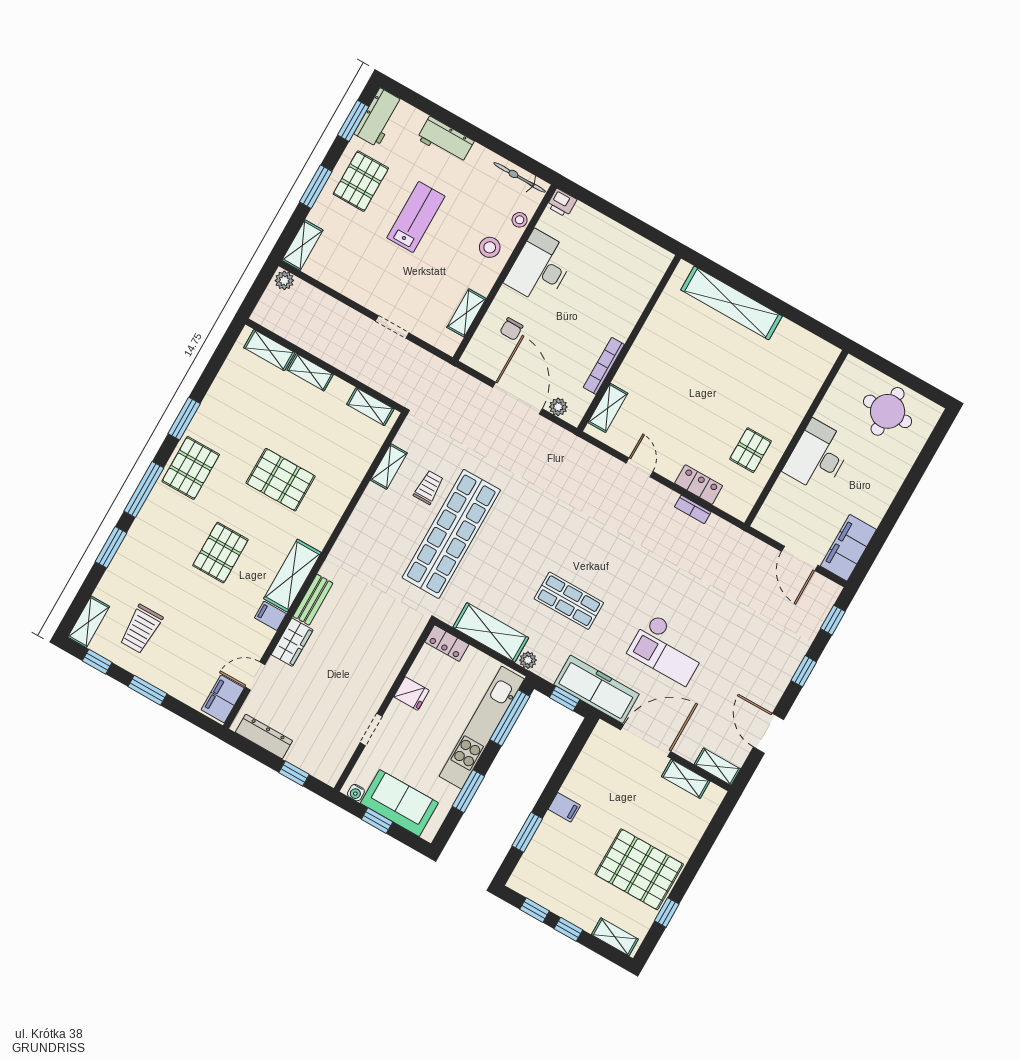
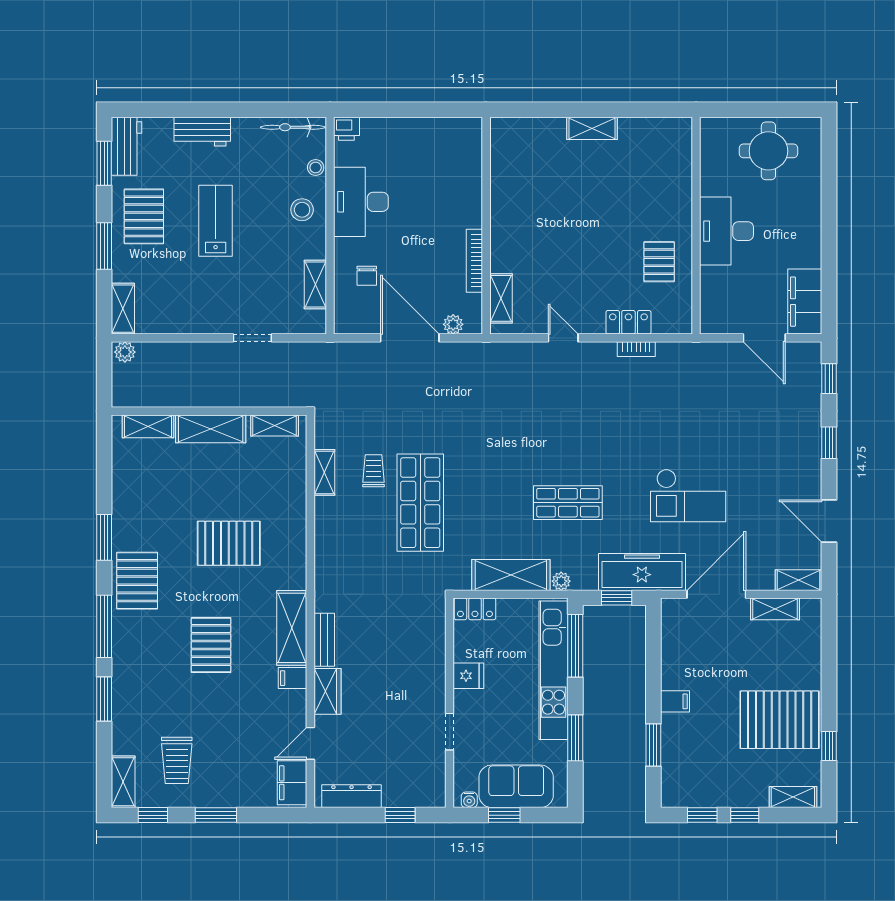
shelving: (732, 303) -> (592, 128), width x0.45, depth x0.75
shelving: (310, 372) -> (211, 429), width x1.50, depth x1.33
shop shelf: (451, 534) -> (420, 503), width x0.71

